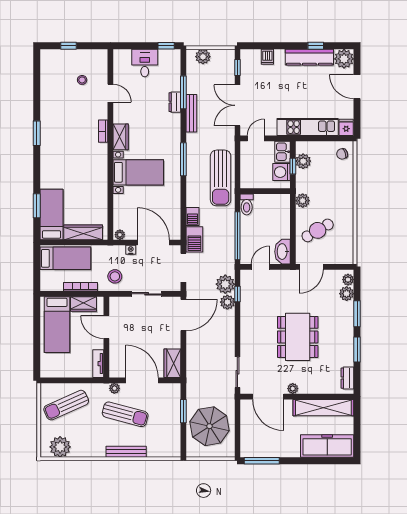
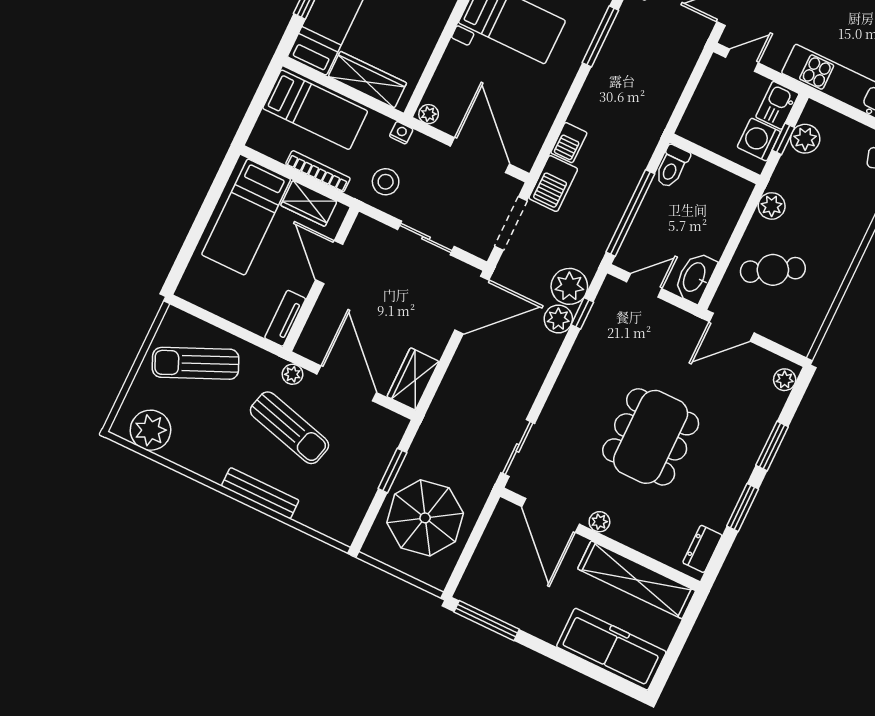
sun lounger: (221, 178) -> (649, 99), removed
nightstand: (131, 250) -> (401, 133), moved
plant: (347, 294) -> (770, 403), removed

